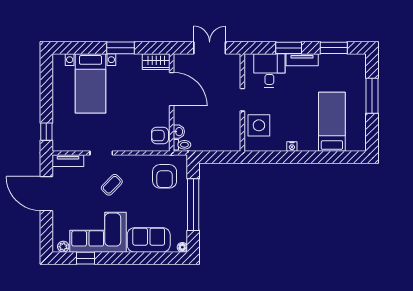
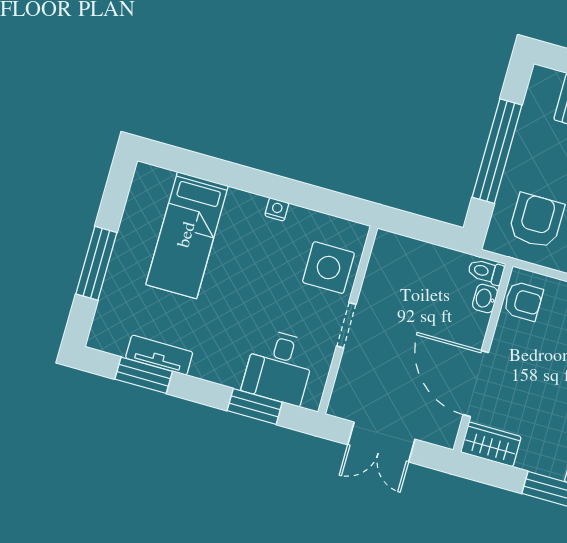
window: (289, 48) -> (255, 406), moved
tv unit: (302, 60) -> (159, 355), moved
floor lamp: (182, 247) -> (541, 75), removed

